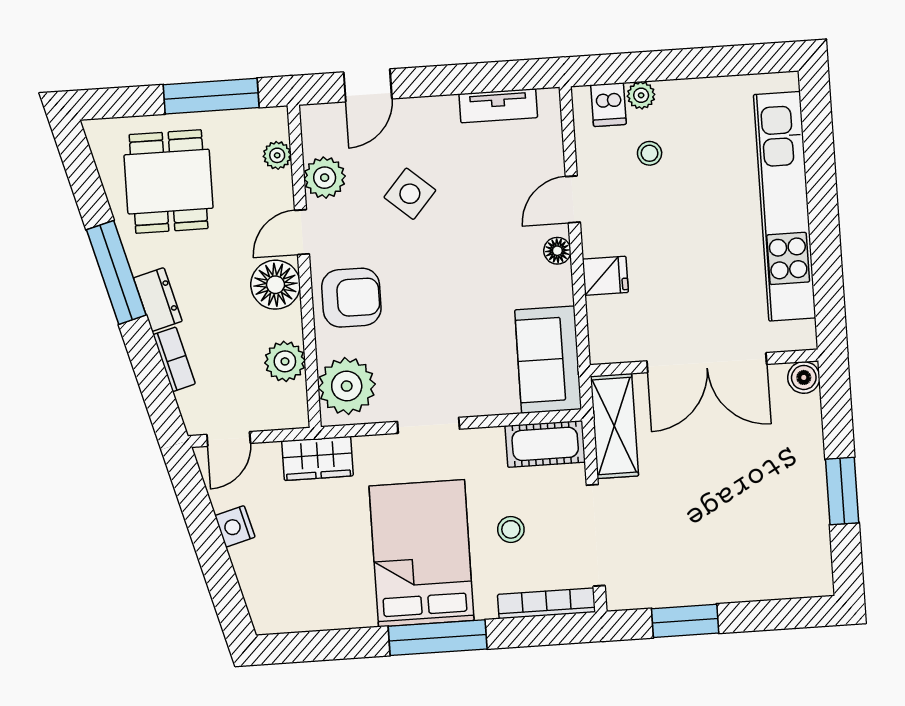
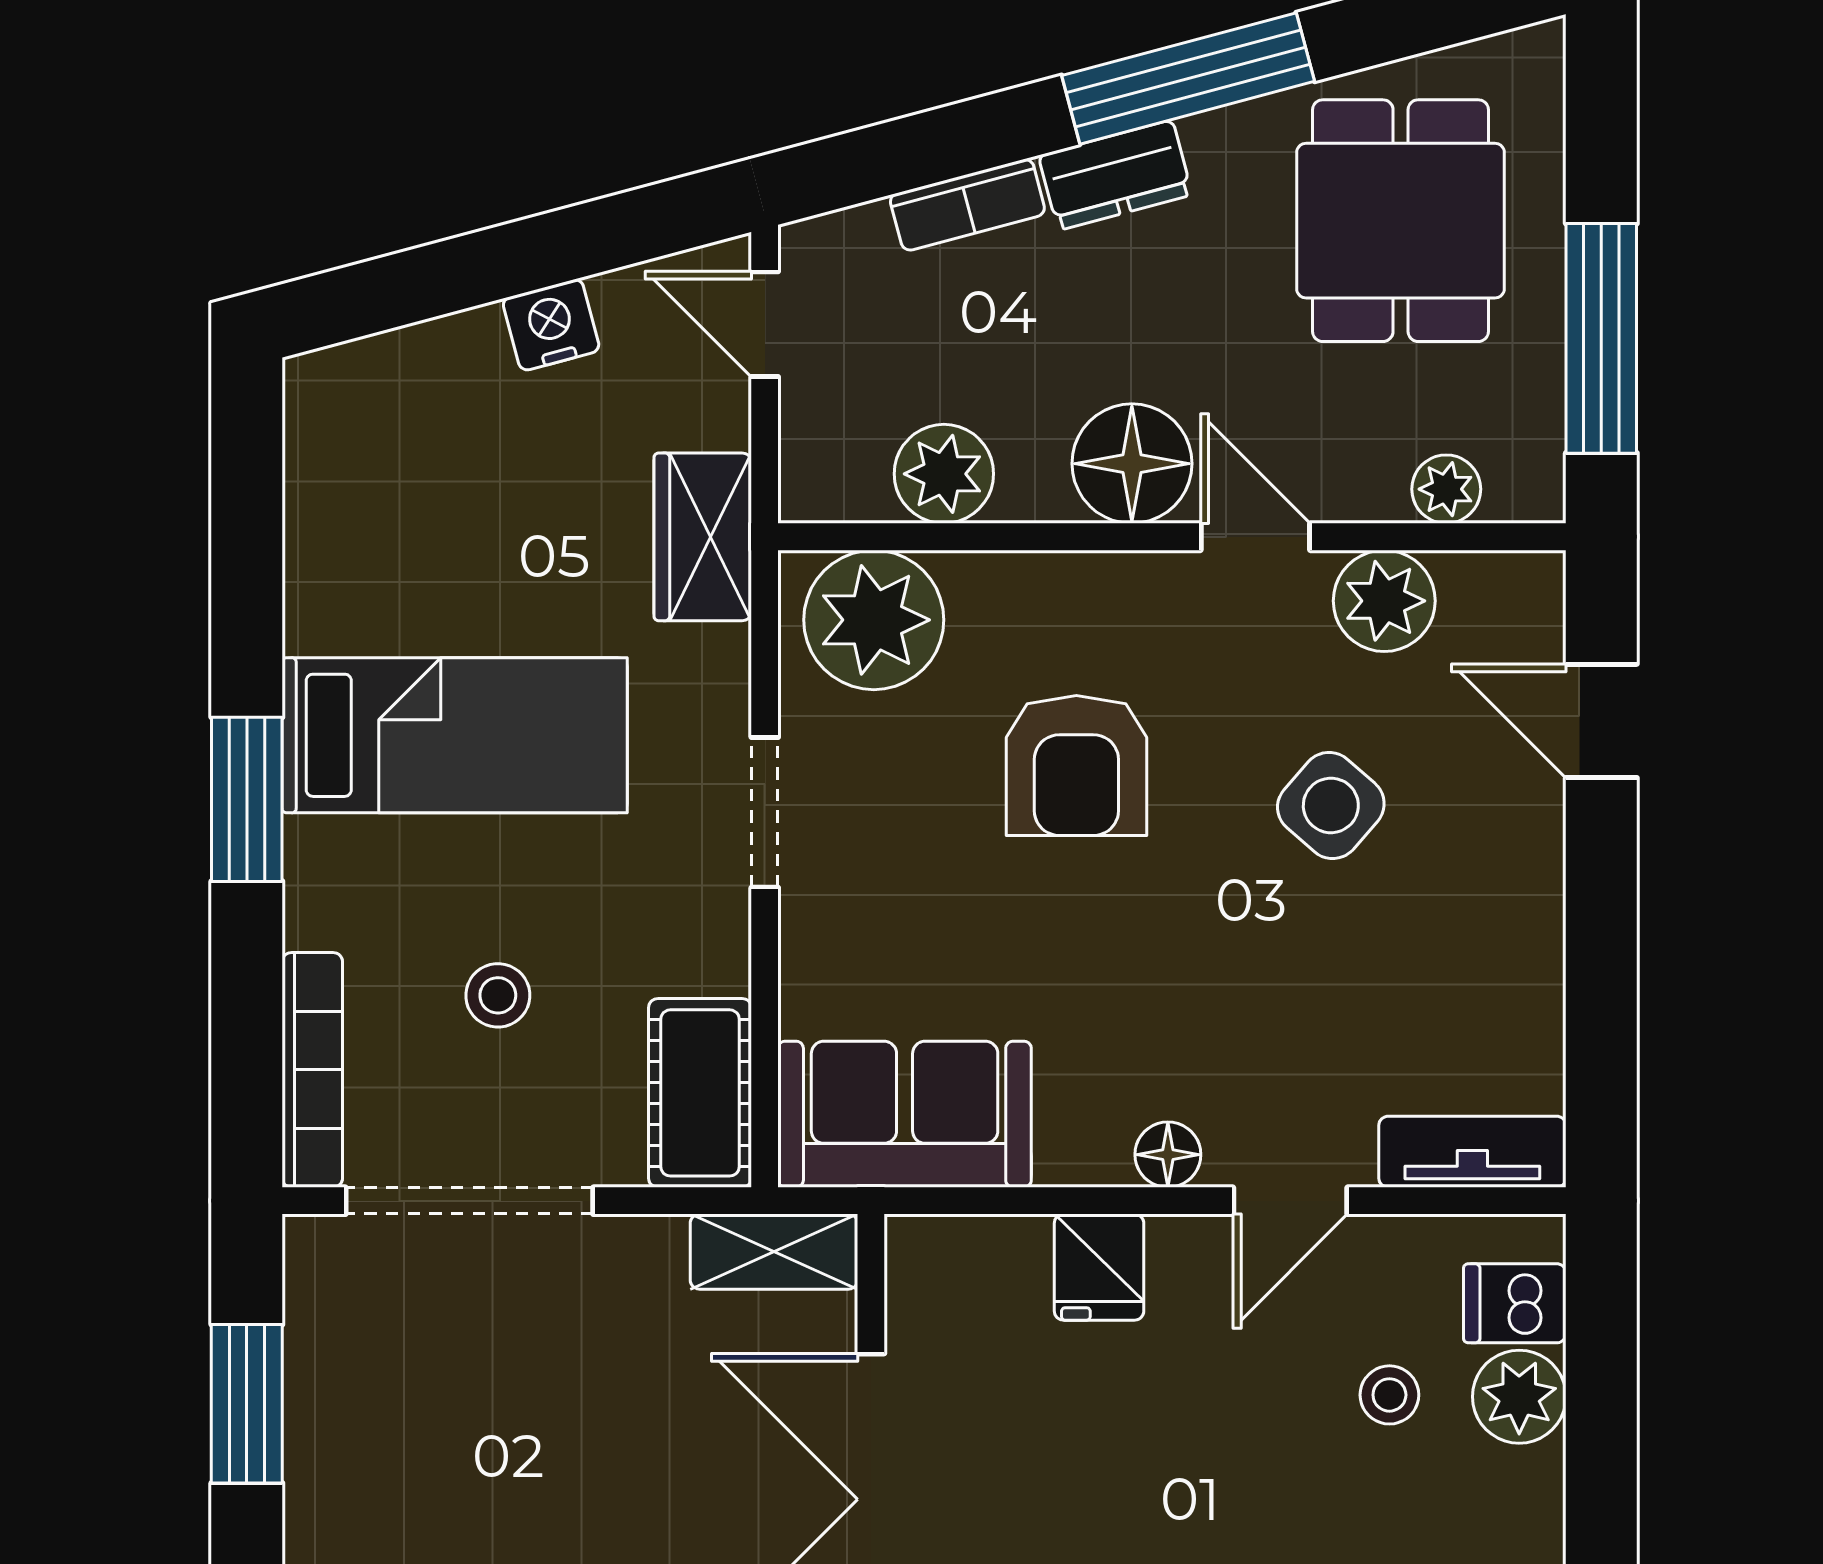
plant: (641, 95) -> (1519, 1397), width x1.38, depth x1.38
tv unit: (498, 106) -> (1472, 1152), moved, turned 90
dining table: (169, 182) -> (1401, 221), turned 90
door: (573, 199) -> (1290, 1201), swing flipped
armchair: (351, 298) -> (1076, 765), moved
shelving: (614, 426) -> (774, 1252), width x0.67, depth x0.75
bed: (421, 553) -> (455, 735), width x0.67
window: (438, 638) -> (247, 799), width x0.69

